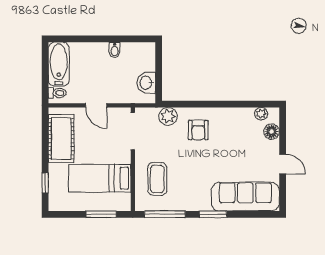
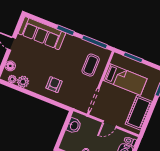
door: (96, 105) -> (110, 124), swing flipped
plant: (168, 116) -> (23, 82), moved

